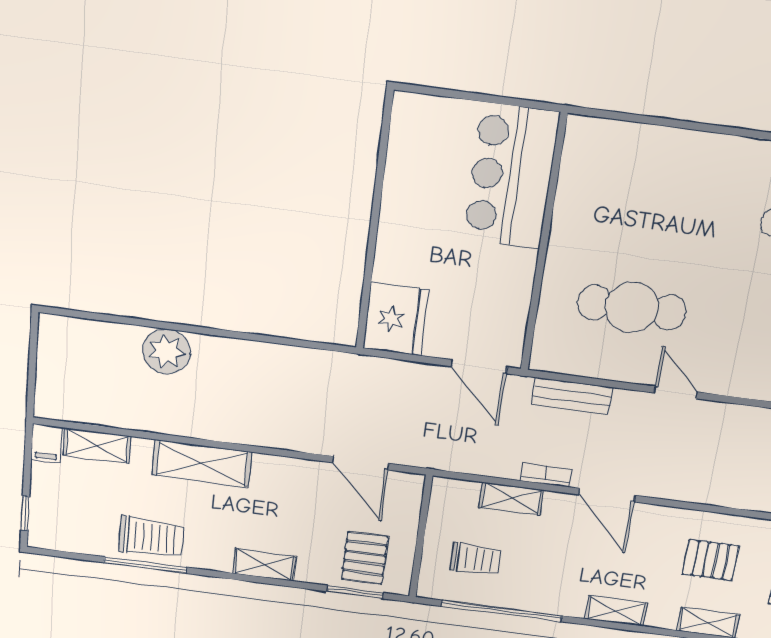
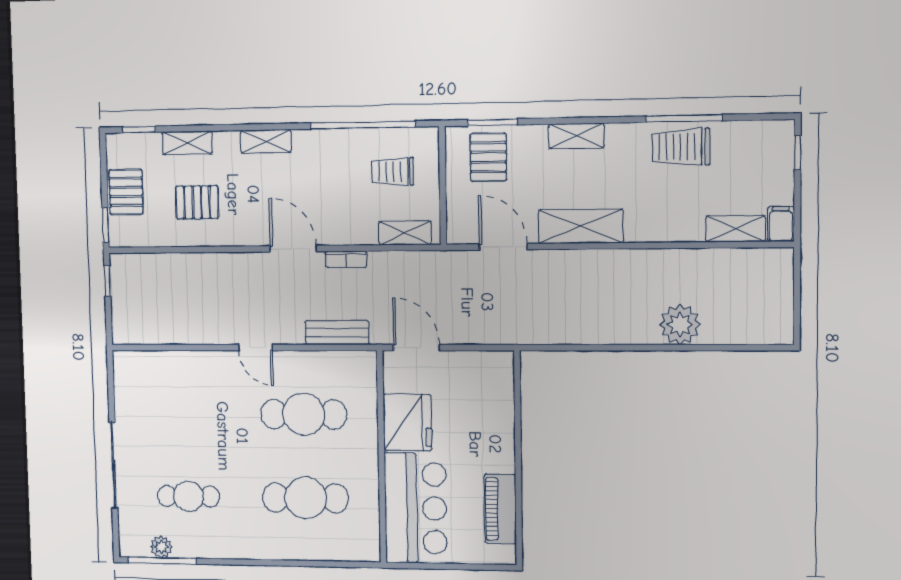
piano: (405, 163) -> (500, 509), added
cafe table: (650, 206) -> (306, 498), added
fridge: (396, 319) -> (407, 422), moved, turned 180
shelving: (202, 463) -> (581, 226), moved
shelving: (511, 499) -> (405, 233), moved

